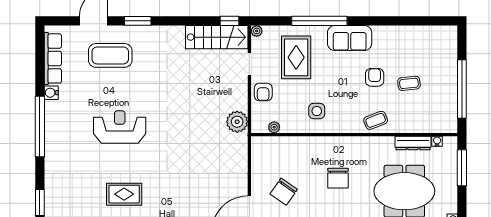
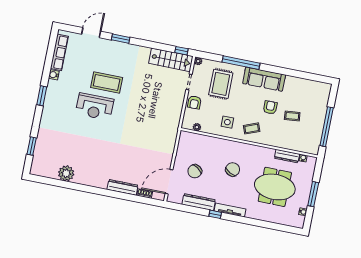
sofa: (350, 38) -> (264, 79), width x1.36
coffee table: (110, 55) -> (107, 82), moved
coffee table: (376, 120) -> (252, 128), moved
plant: (237, 122) -> (173, 119), removed
window: (40, 127) -> (42, 96), width x0.47
reception desk: (120, 127) -> (95, 107), turned 180
window: (462, 168) -> (313, 194), moved
chair: (338, 178) -> (233, 169), turned -152
rug: (124, 194) -> (89, 152), removed

